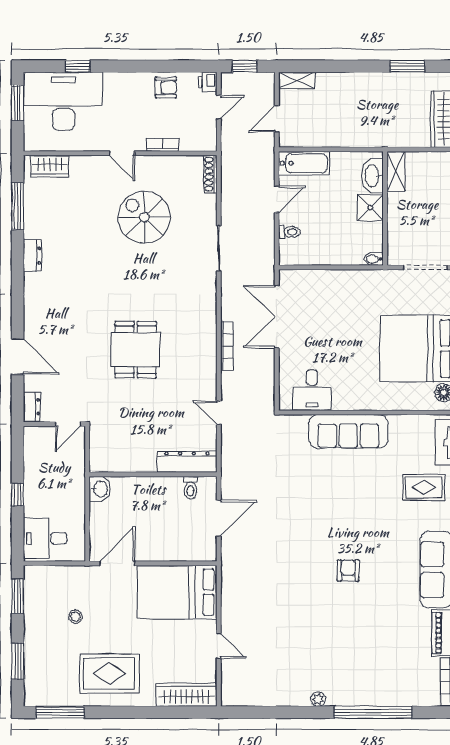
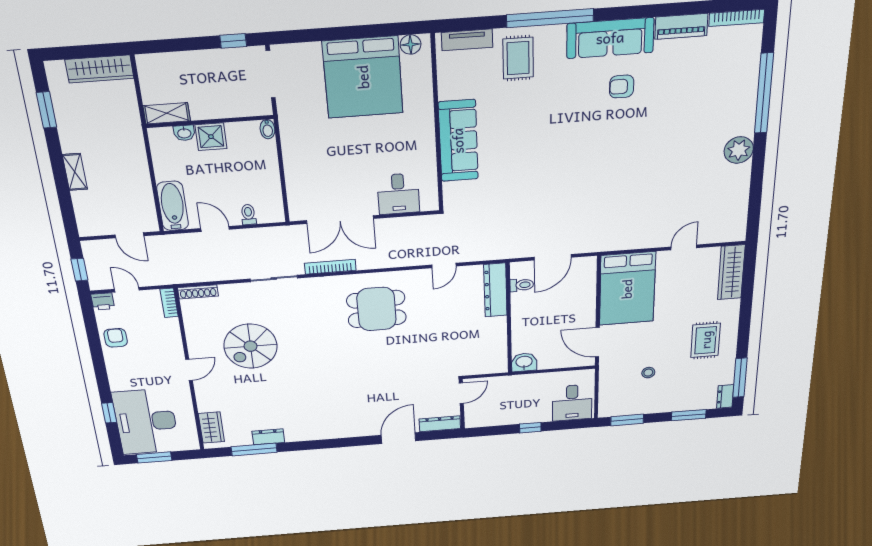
shelving: (297, 80) -> (75, 172), moved
bookcase: (163, 145) -> (169, 303), moved
washbasin: (373, 176) -> (184, 133), width x0.52, depth x0.69
dresser: (32, 256) -> (268, 437), moved
bookcase: (227, 346) -> (330, 267), moved
dining table: (136, 350) -> (376, 309), moved
desk: (312, 390) -> (398, 194), moved, turned 90
dresser: (32, 407) -> (440, 424), width x1.44
door: (68, 424) -> (461, 393), hinge flipped
door: (219, 518) -> (553, 257), swing flipped
armchair: (348, 571) -> (622, 87), moved
rug: (109, 674) -> (706, 340), width x0.73, depth x0.70
dresser: (38, 698) -> (725, 396), added
plant: (318, 699) -> (739, 150), width x1.88, depth x1.88

